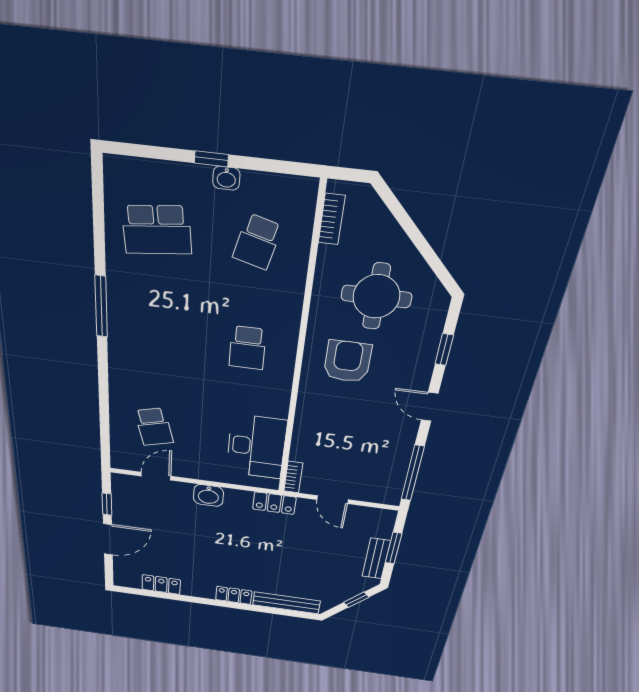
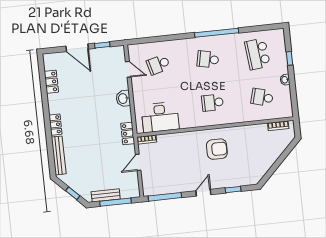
window: (211, 159) -> (290, 58), moved
round table: (376, 297) -> (250, 153), removed
window: (101, 307) -> (217, 33), width x1.46
school desk: (155, 336) -> (208, 59), added
window: (393, 548) -> (115, 202), width x1.44

